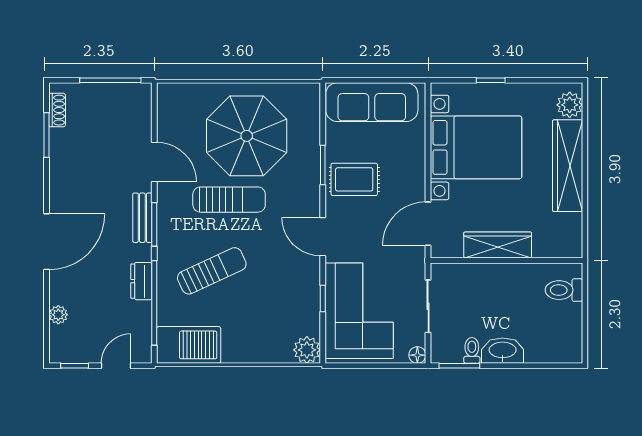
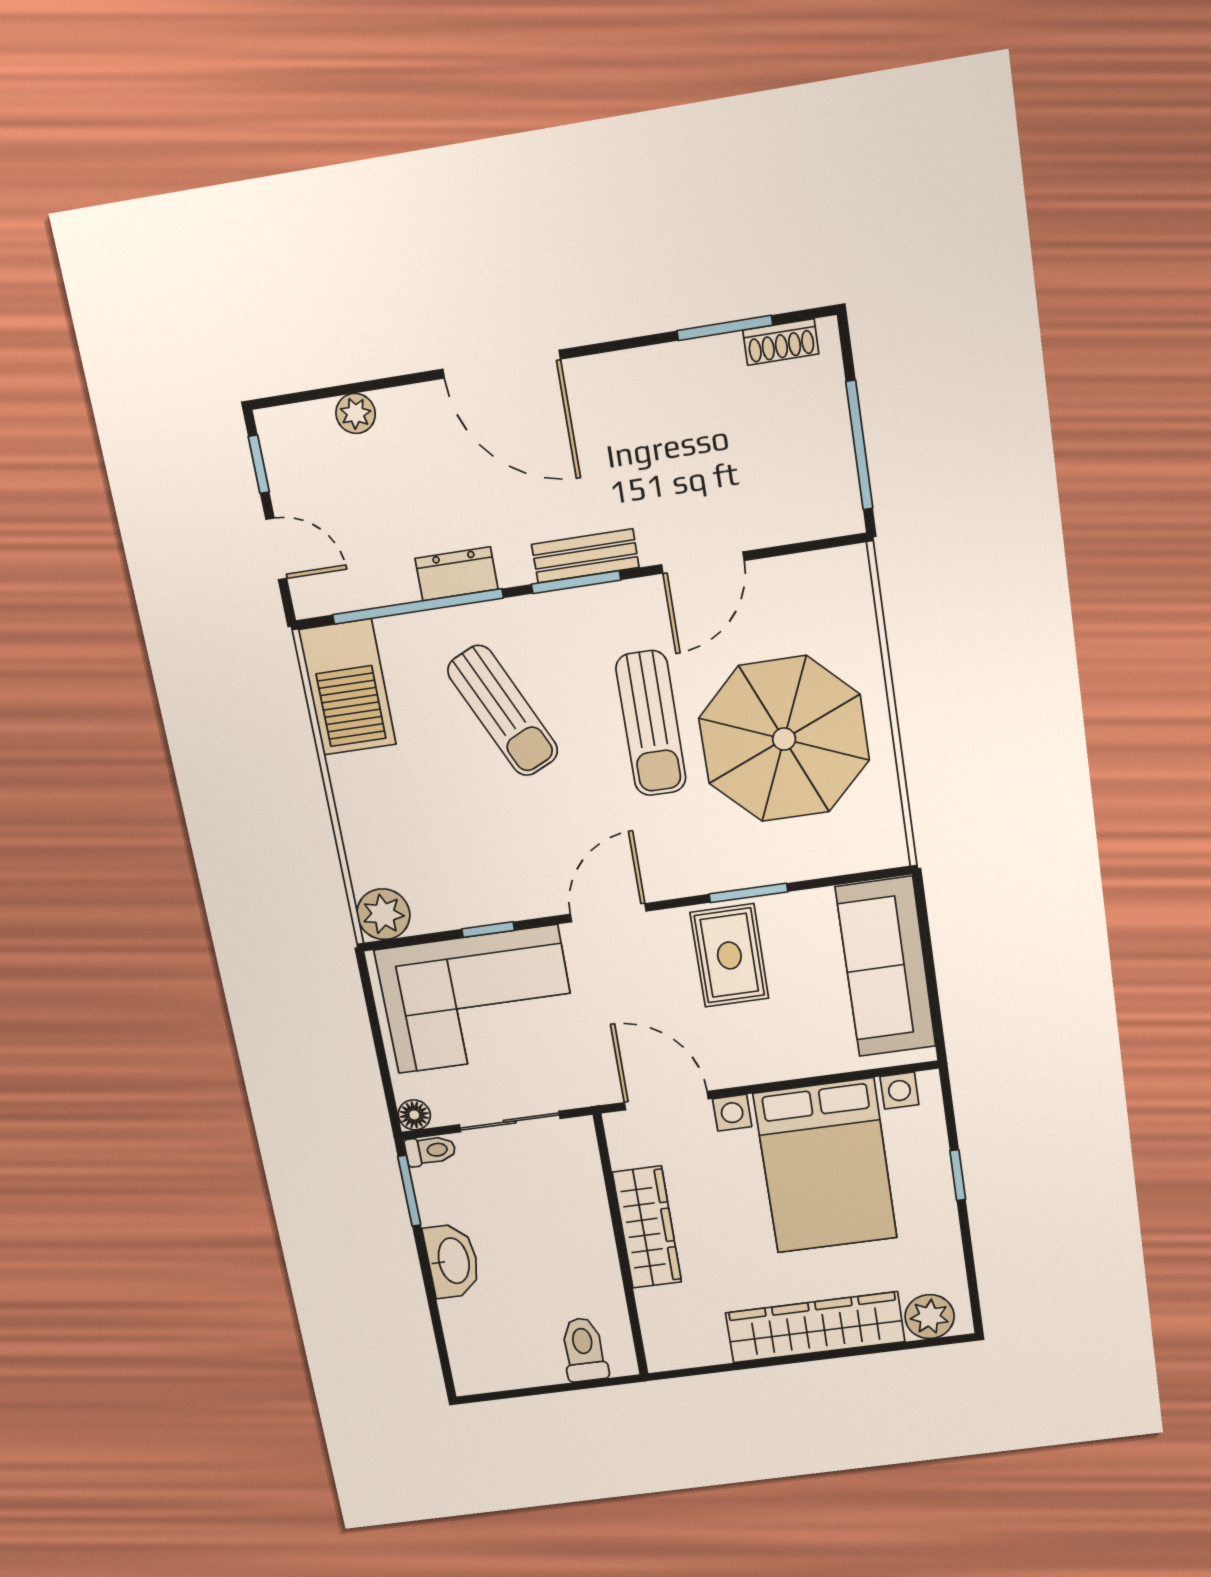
toilet: (472, 350) -> (430, 1151), moved

